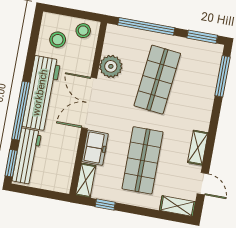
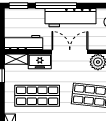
workbench: (27, 156) -> (24, 42), moved, turned 180

